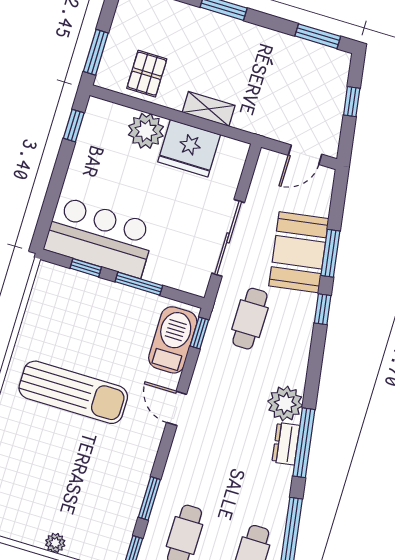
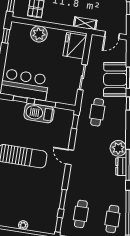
shelving: (209, 109) -> (85, 23), moved
fridge: (189, 148) -> (75, 46), moved, turned 90
sliding door: (228, 238) -> (82, 77), width x0.73
barbecue: (173, 340) -> (39, 113), moved, turned -90

